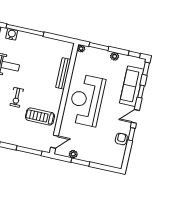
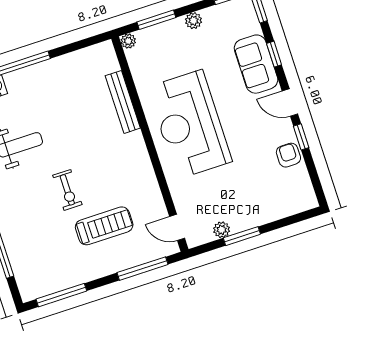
sofa: (132, 86) -> (256, 64), width x0.73
treadmill: (40, 116) -> (104, 226), moved, turned 180
door: (135, 116) -> (290, 102), hinge flipped
door: (55, 142) -> (177, 227), swing flipped

